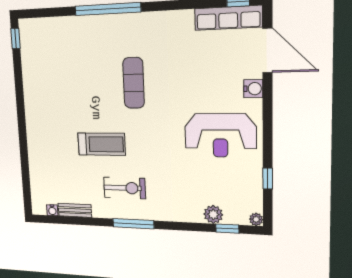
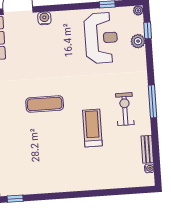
reception desk: (220, 135) -> (101, 38), moved

